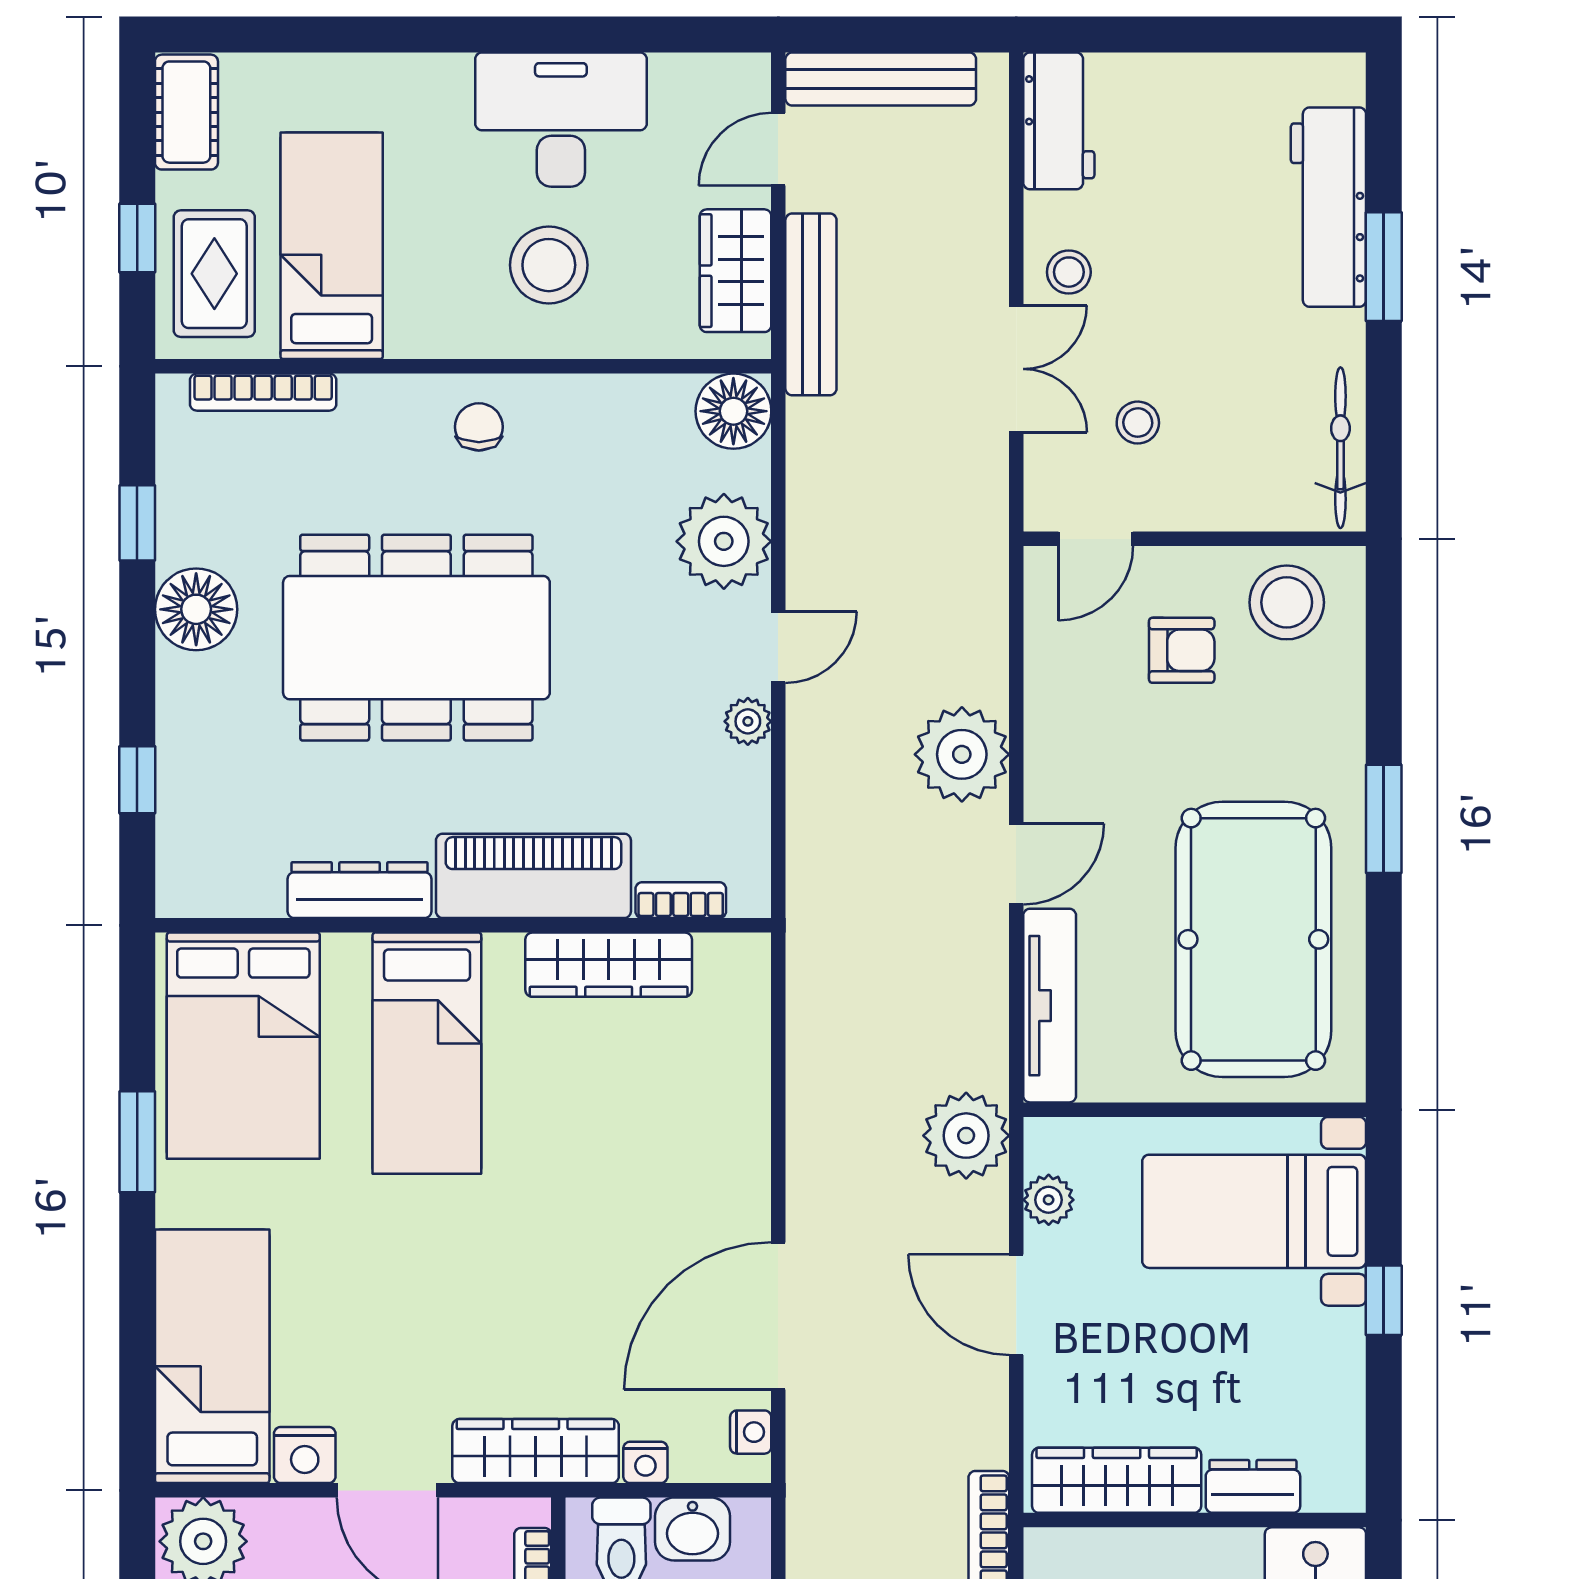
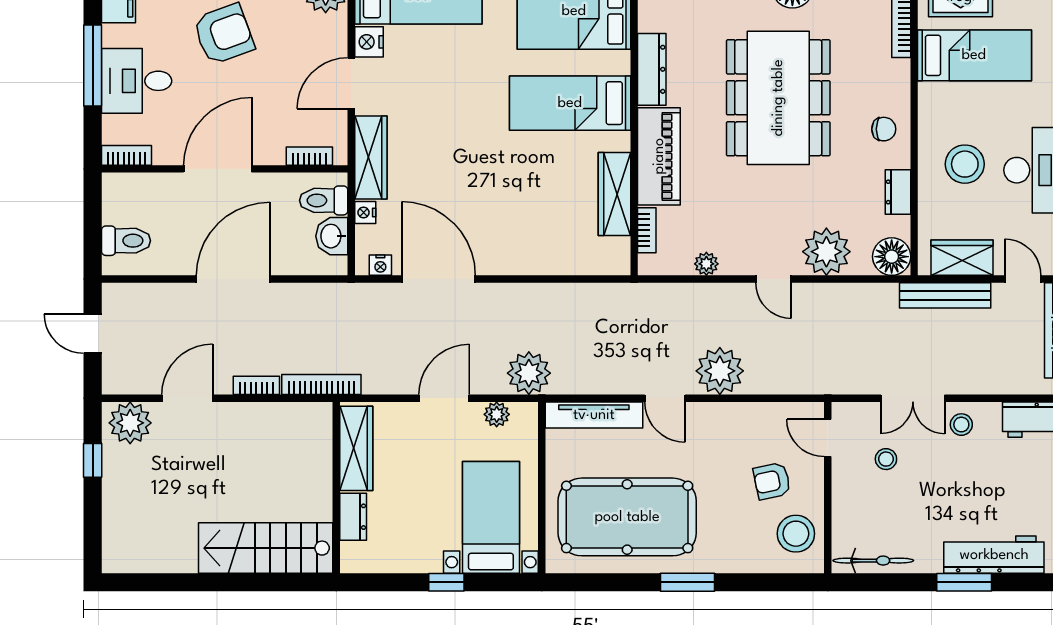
dresser: (604, 398) -> (898, 192), added
armchair: (1182, 650) -> (772, 481), turned 78
plant: (748, 721) -> (706, 264), moved

